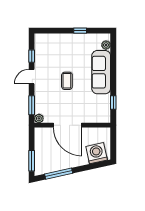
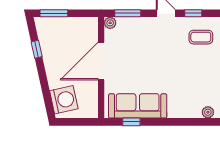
sofa: (101, 72) -> (138, 106), moved
coffee table: (67, 81) -> (201, 37), moved
window: (59, 174) -> (37, 49), width x0.46

